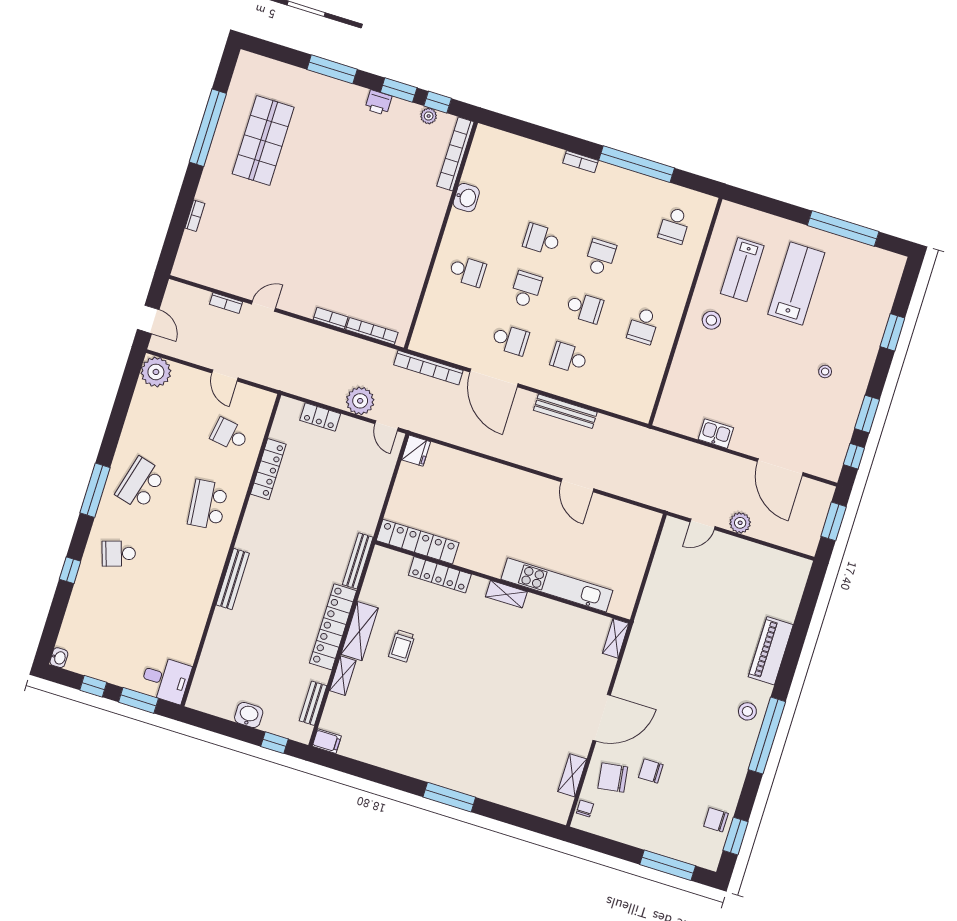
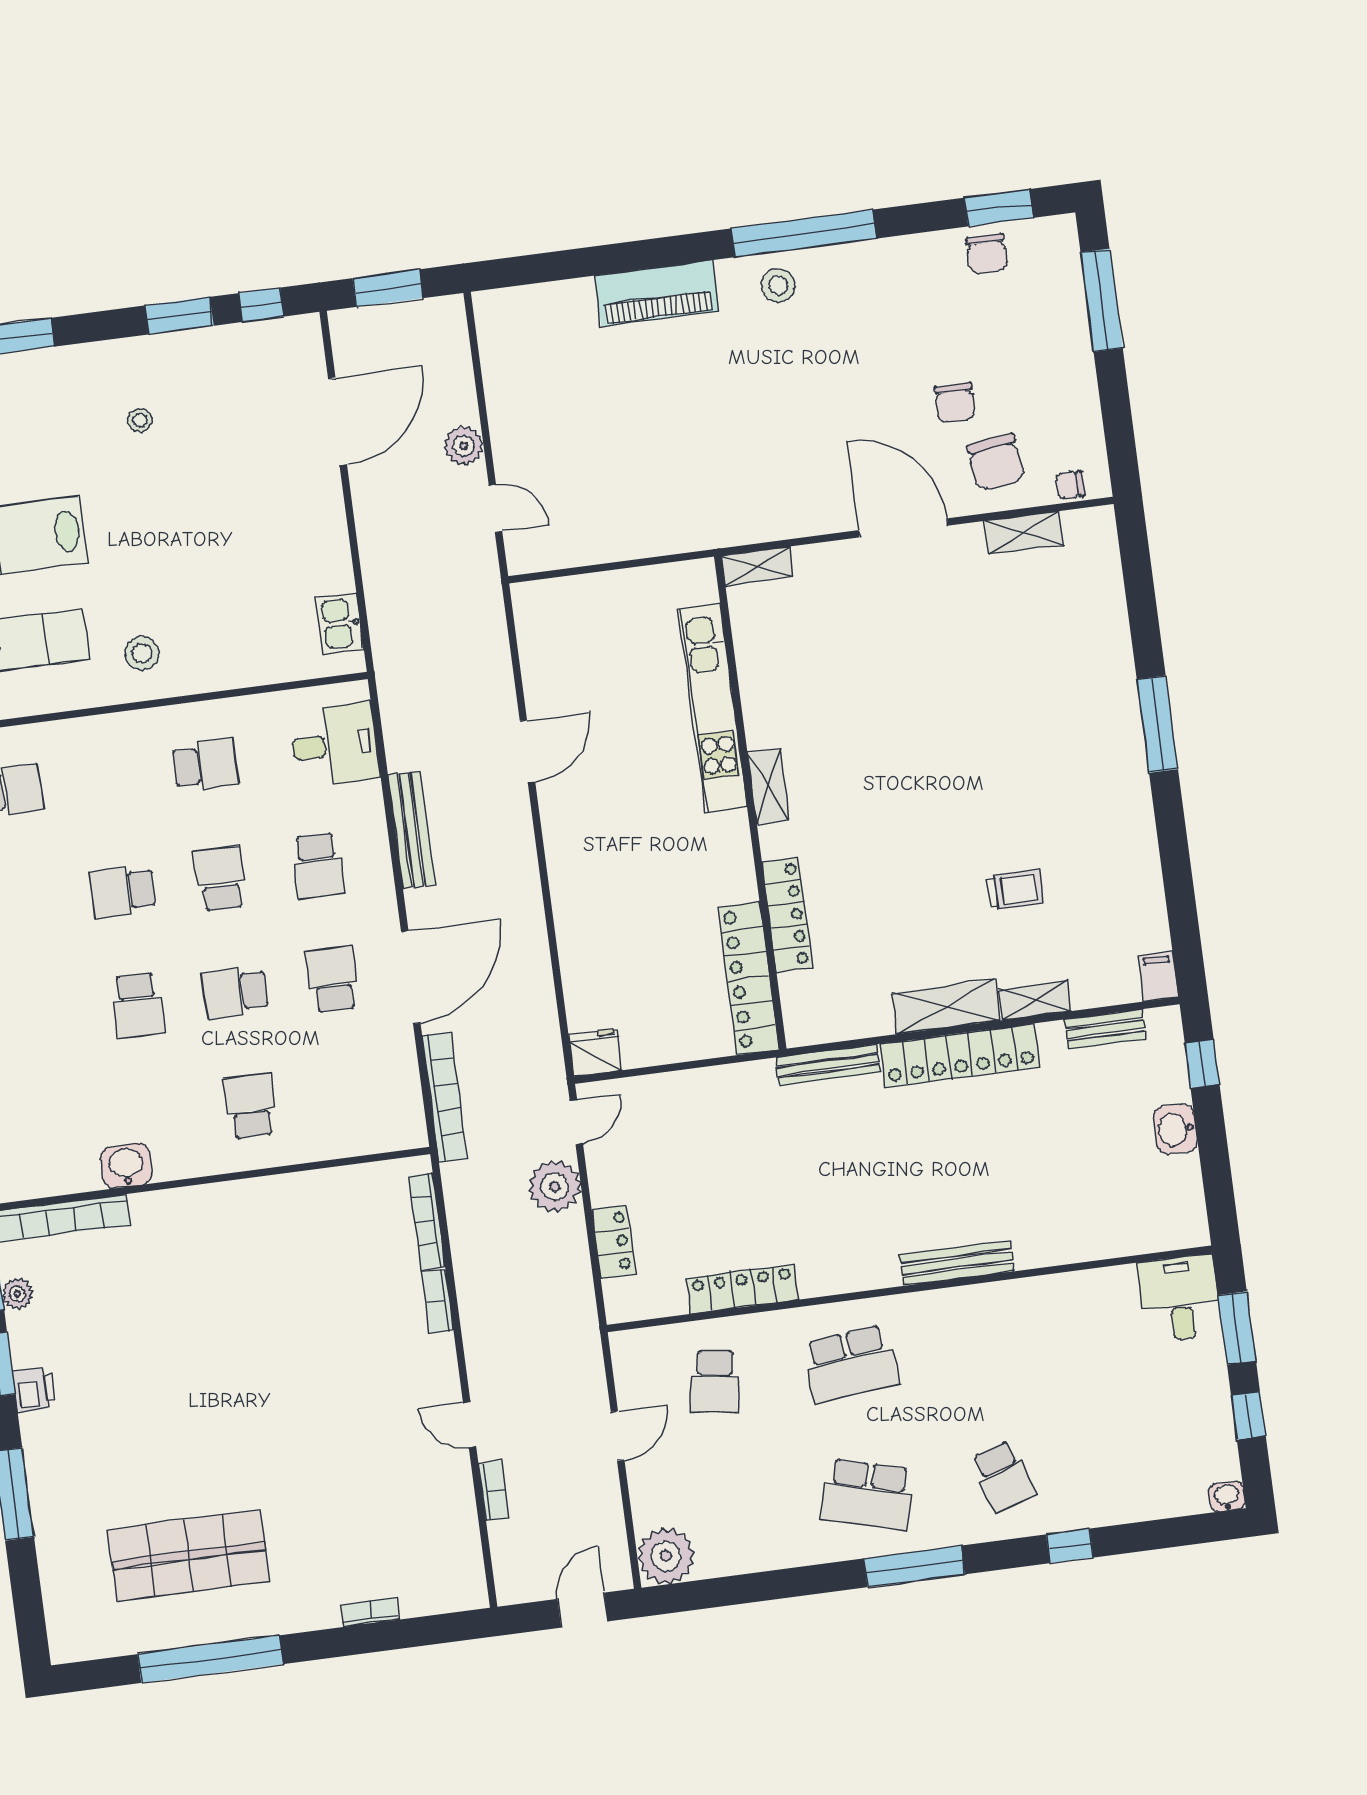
desk: (624, 393) -> (335, 745), added
kitchen sink: (716, 434) -> (340, 623), moved
trolley: (402, 646) -> (1015, 890), moved

